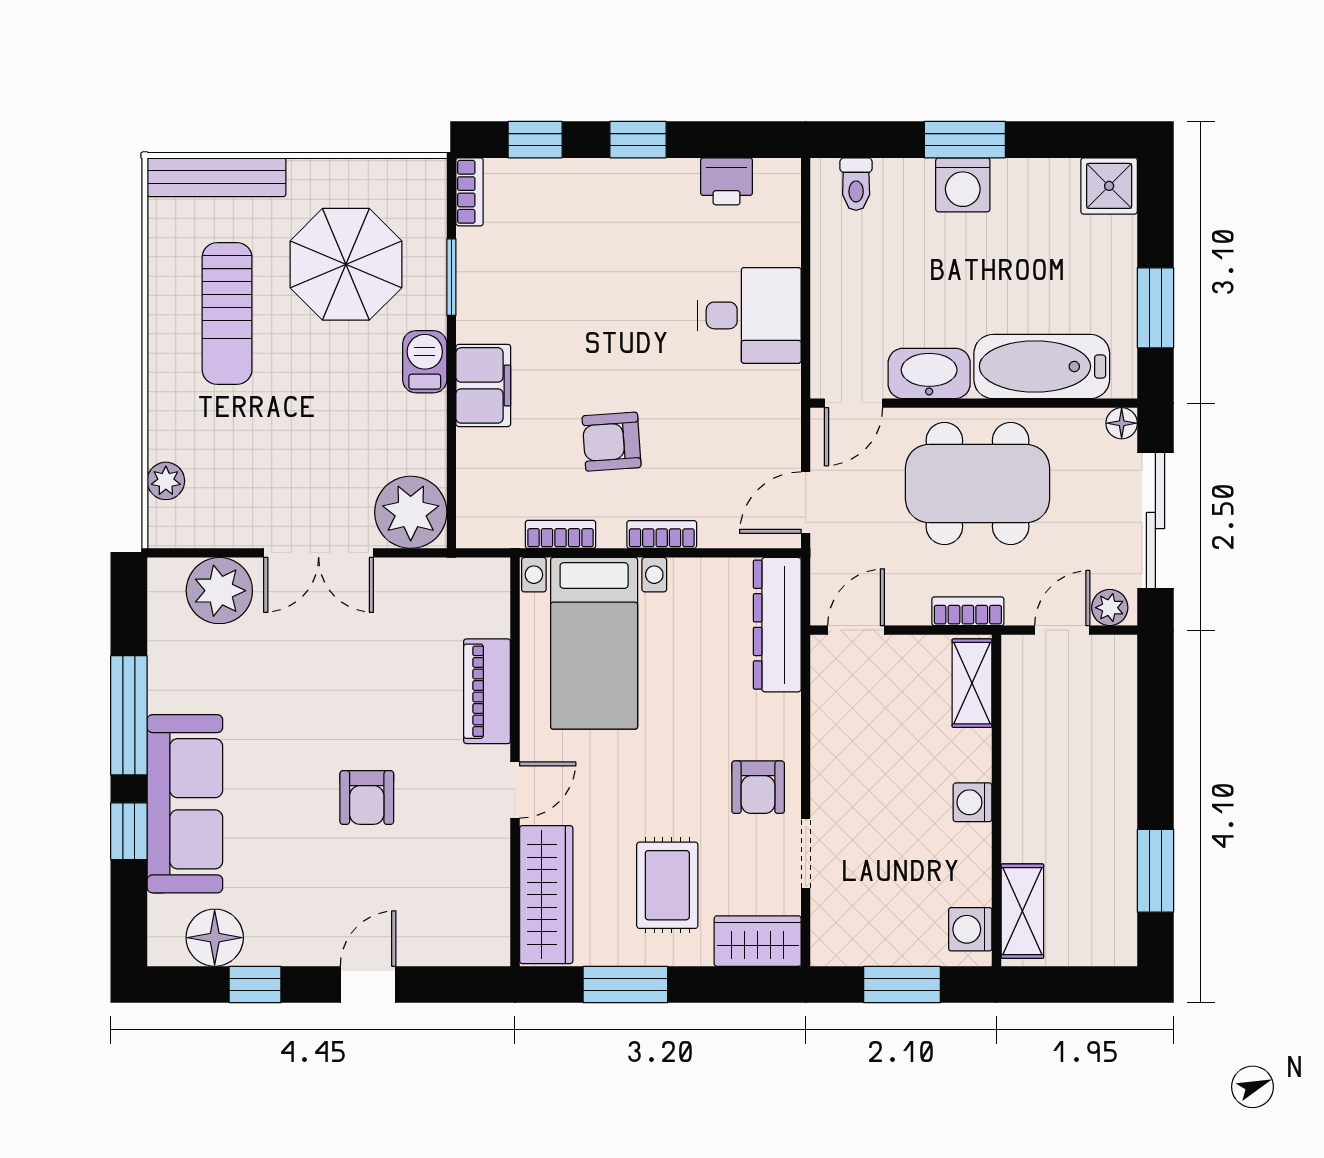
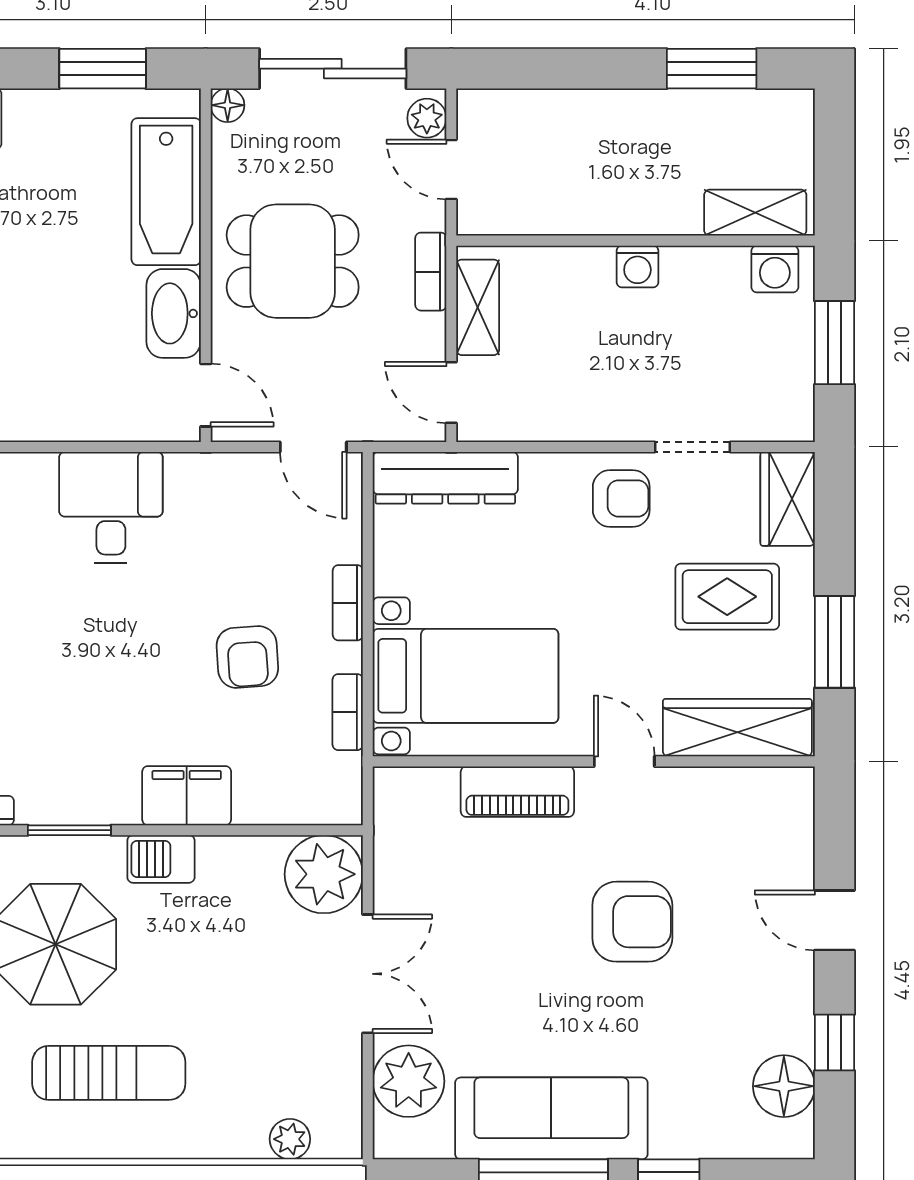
dining table: (978, 483) -> (293, 261), width x0.73
shelving: (972, 683) -> (478, 307), moved, turned 90
armchair: (367, 798) -> (632, 922), width x1.38, depth x1.38
sofa: (185, 804) -> (551, 1118), moved

